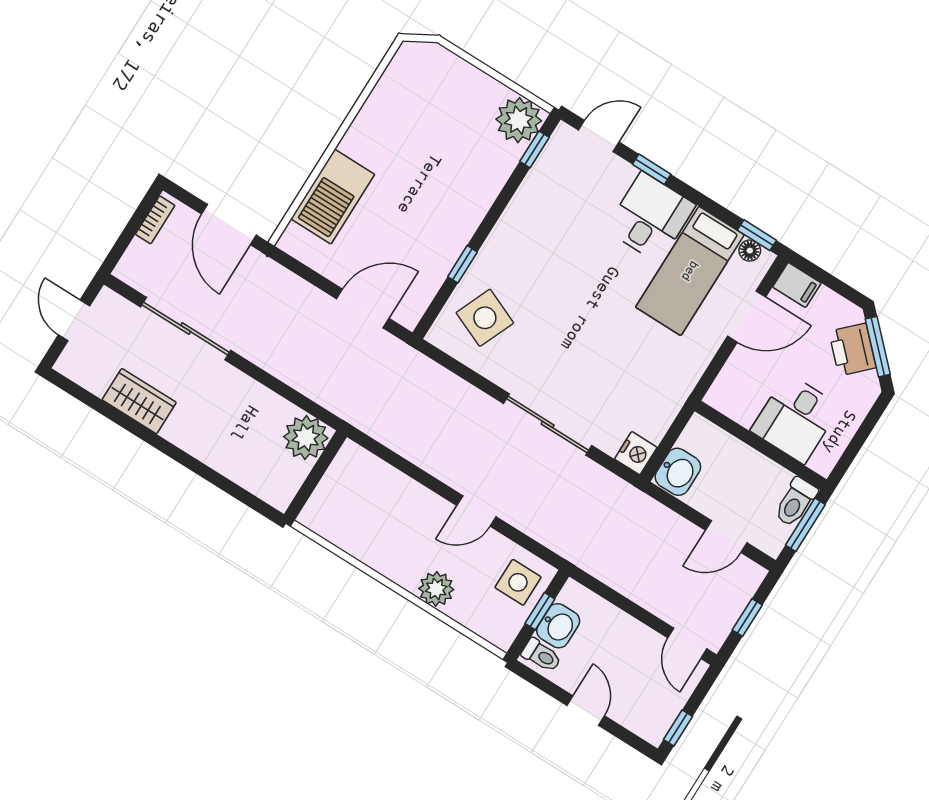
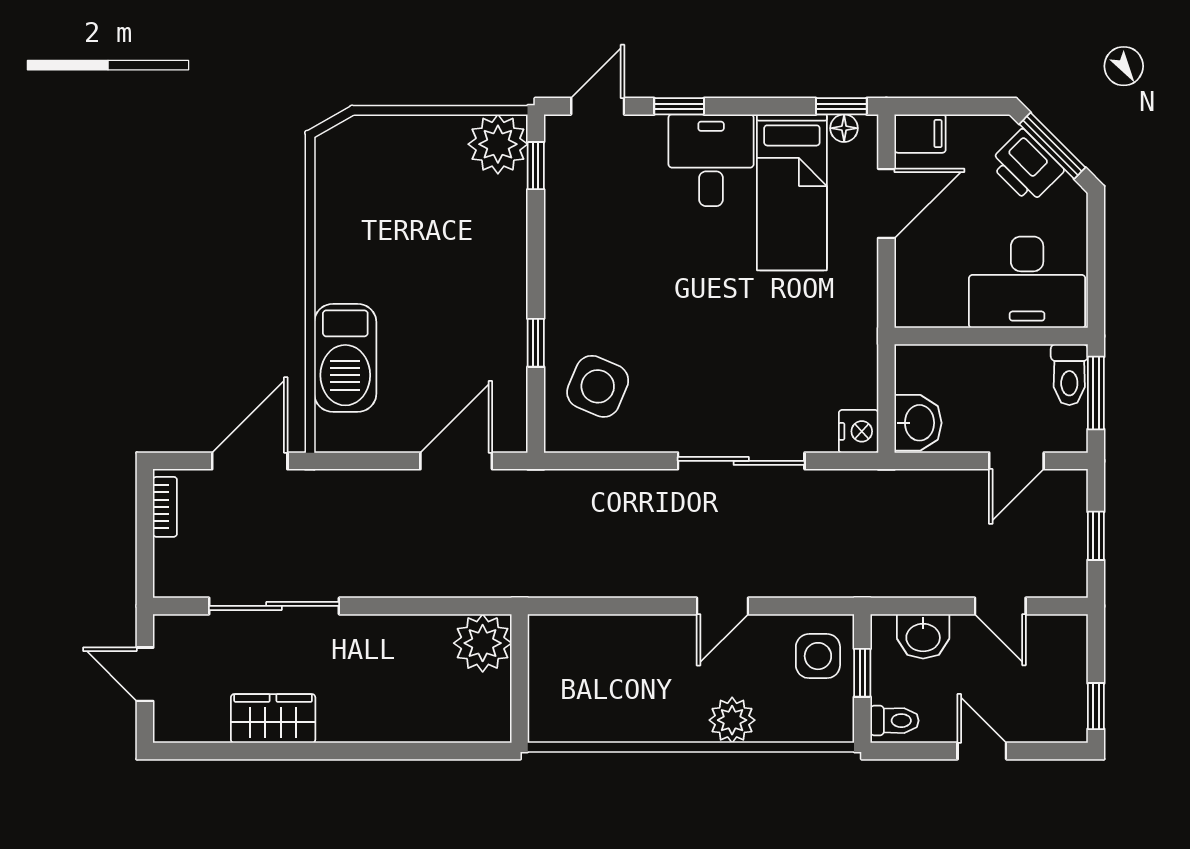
door: (229, 225) -> (250, 461), swing flipped
desk: (796, 419) -> (1027, 282), width x1.37
washbasin: (558, 626) -> (923, 636), moved, turned 90
door: (687, 643) -> (1000, 606), moved

